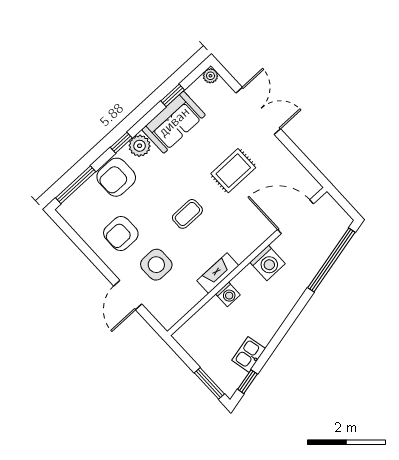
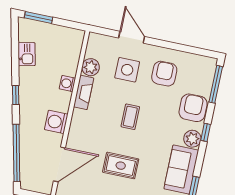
rug: (233, 171) -> (121, 166), turned 90
plant: (192, 294) -> (91, 67), added
window: (247, 382) -> (16, 95), moved

